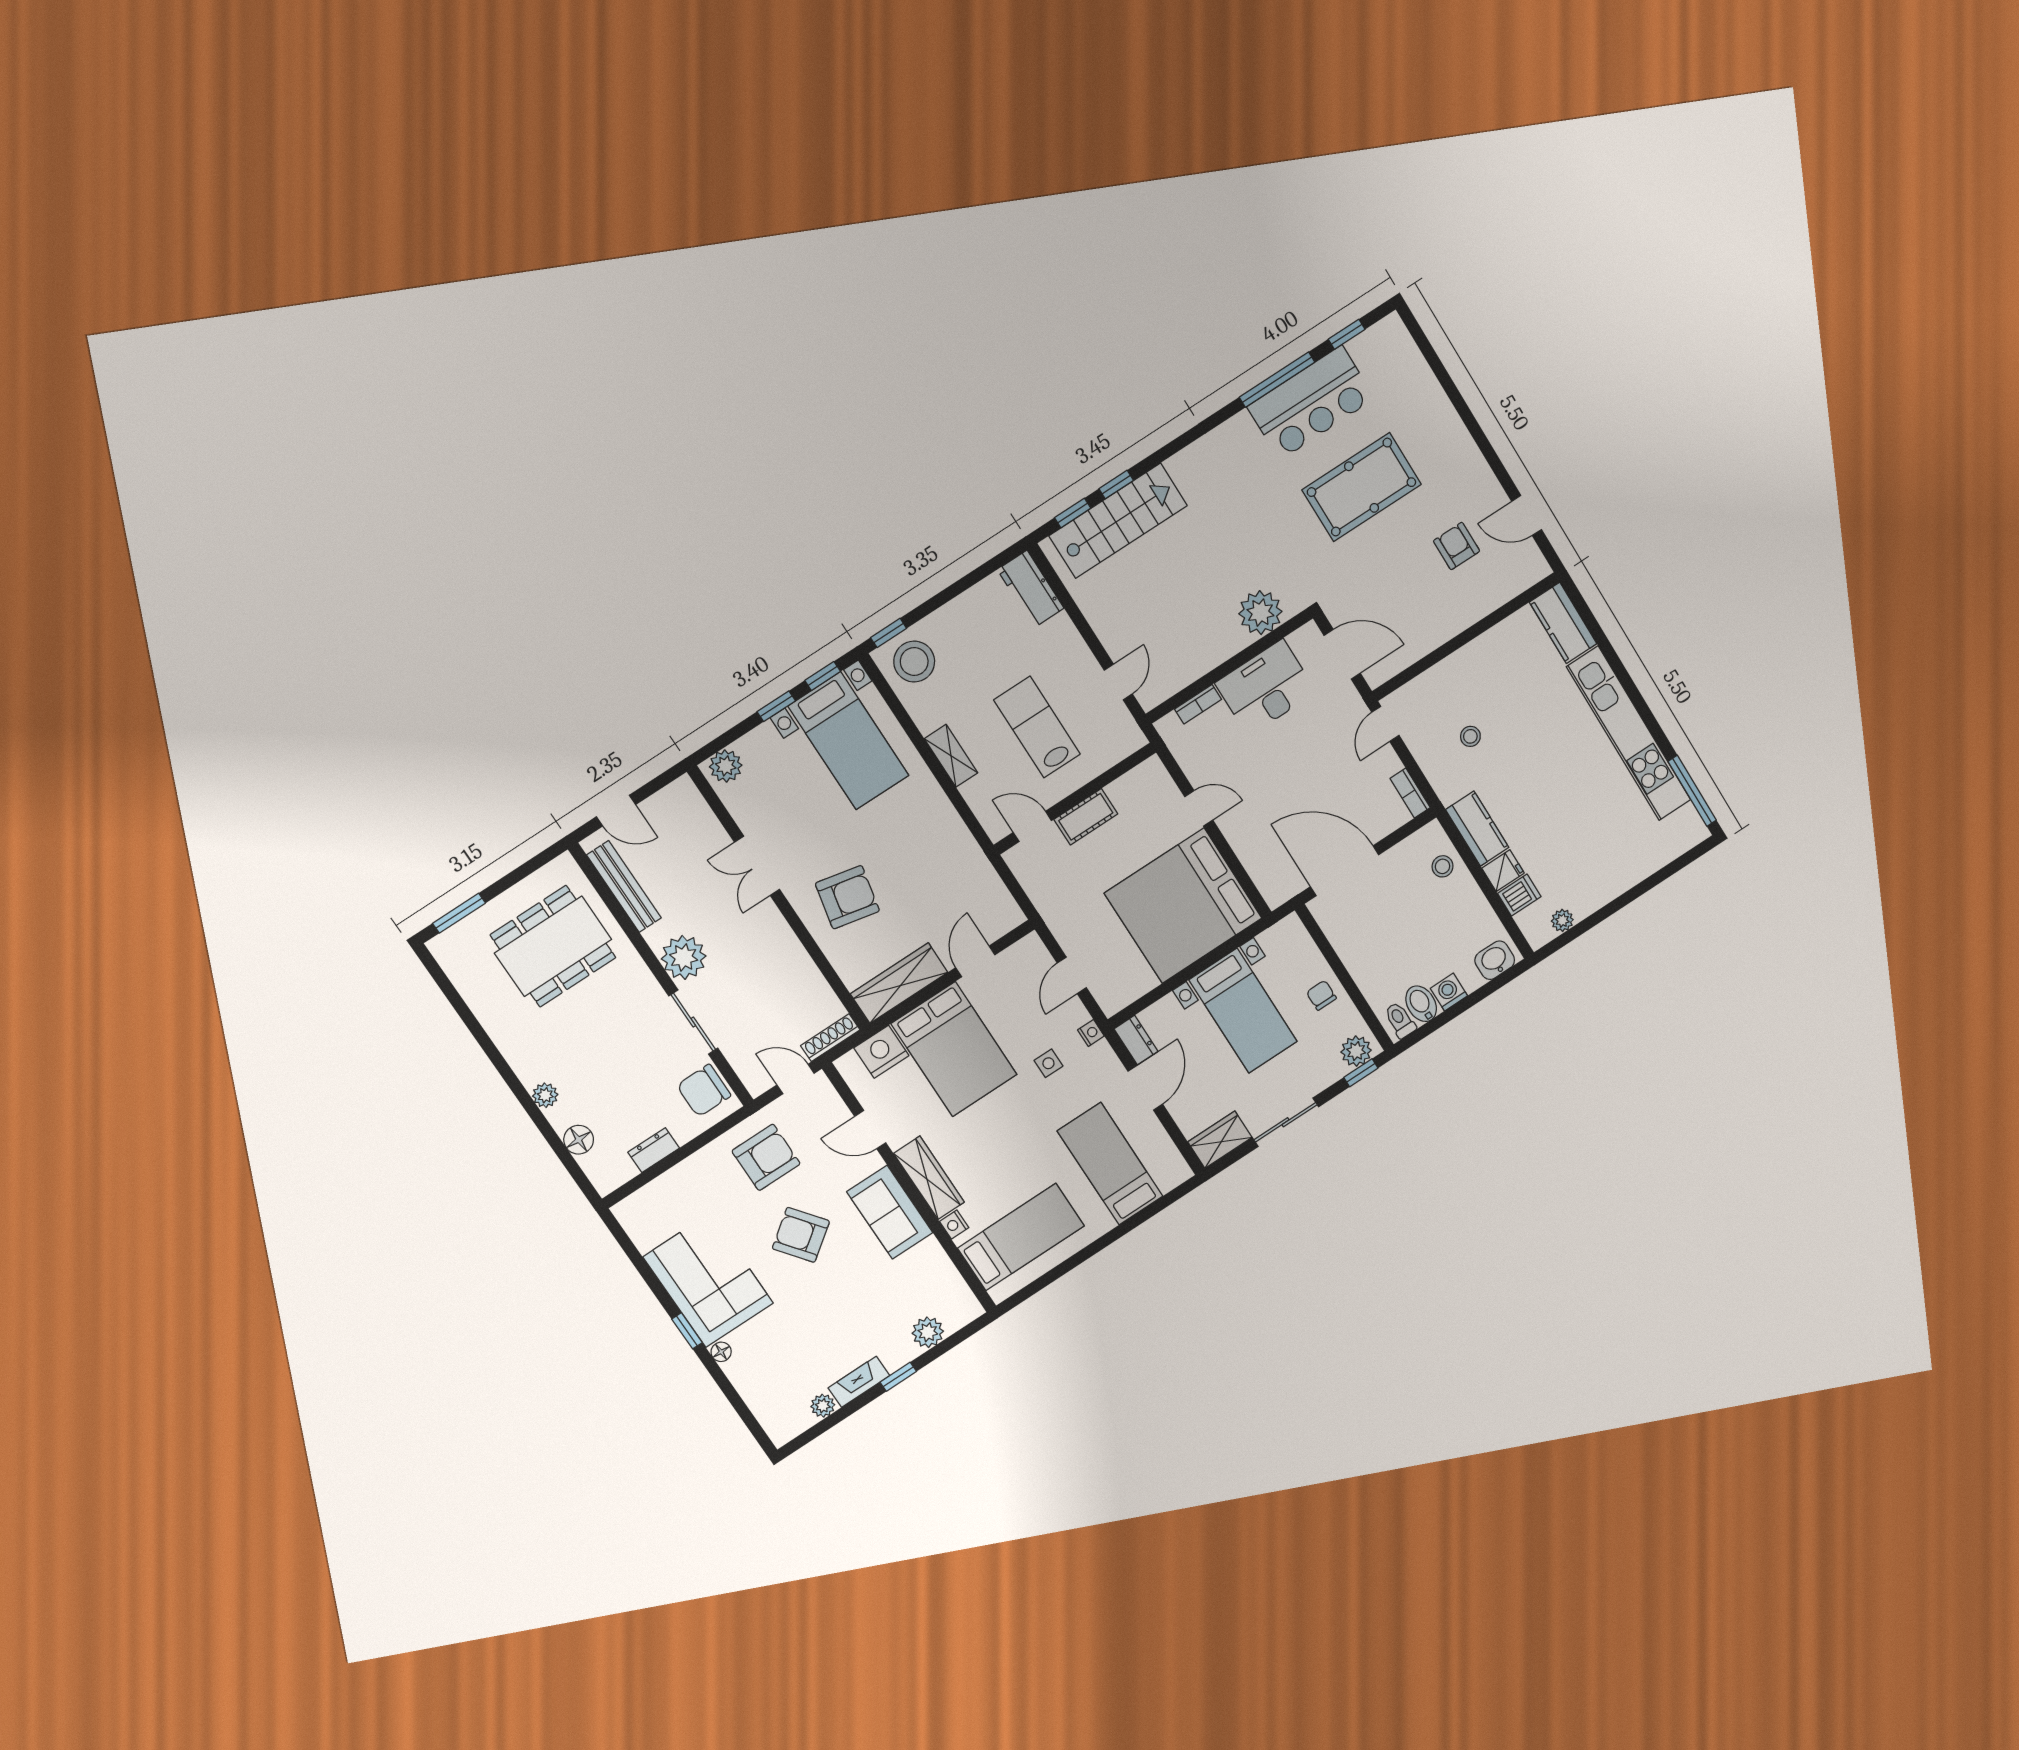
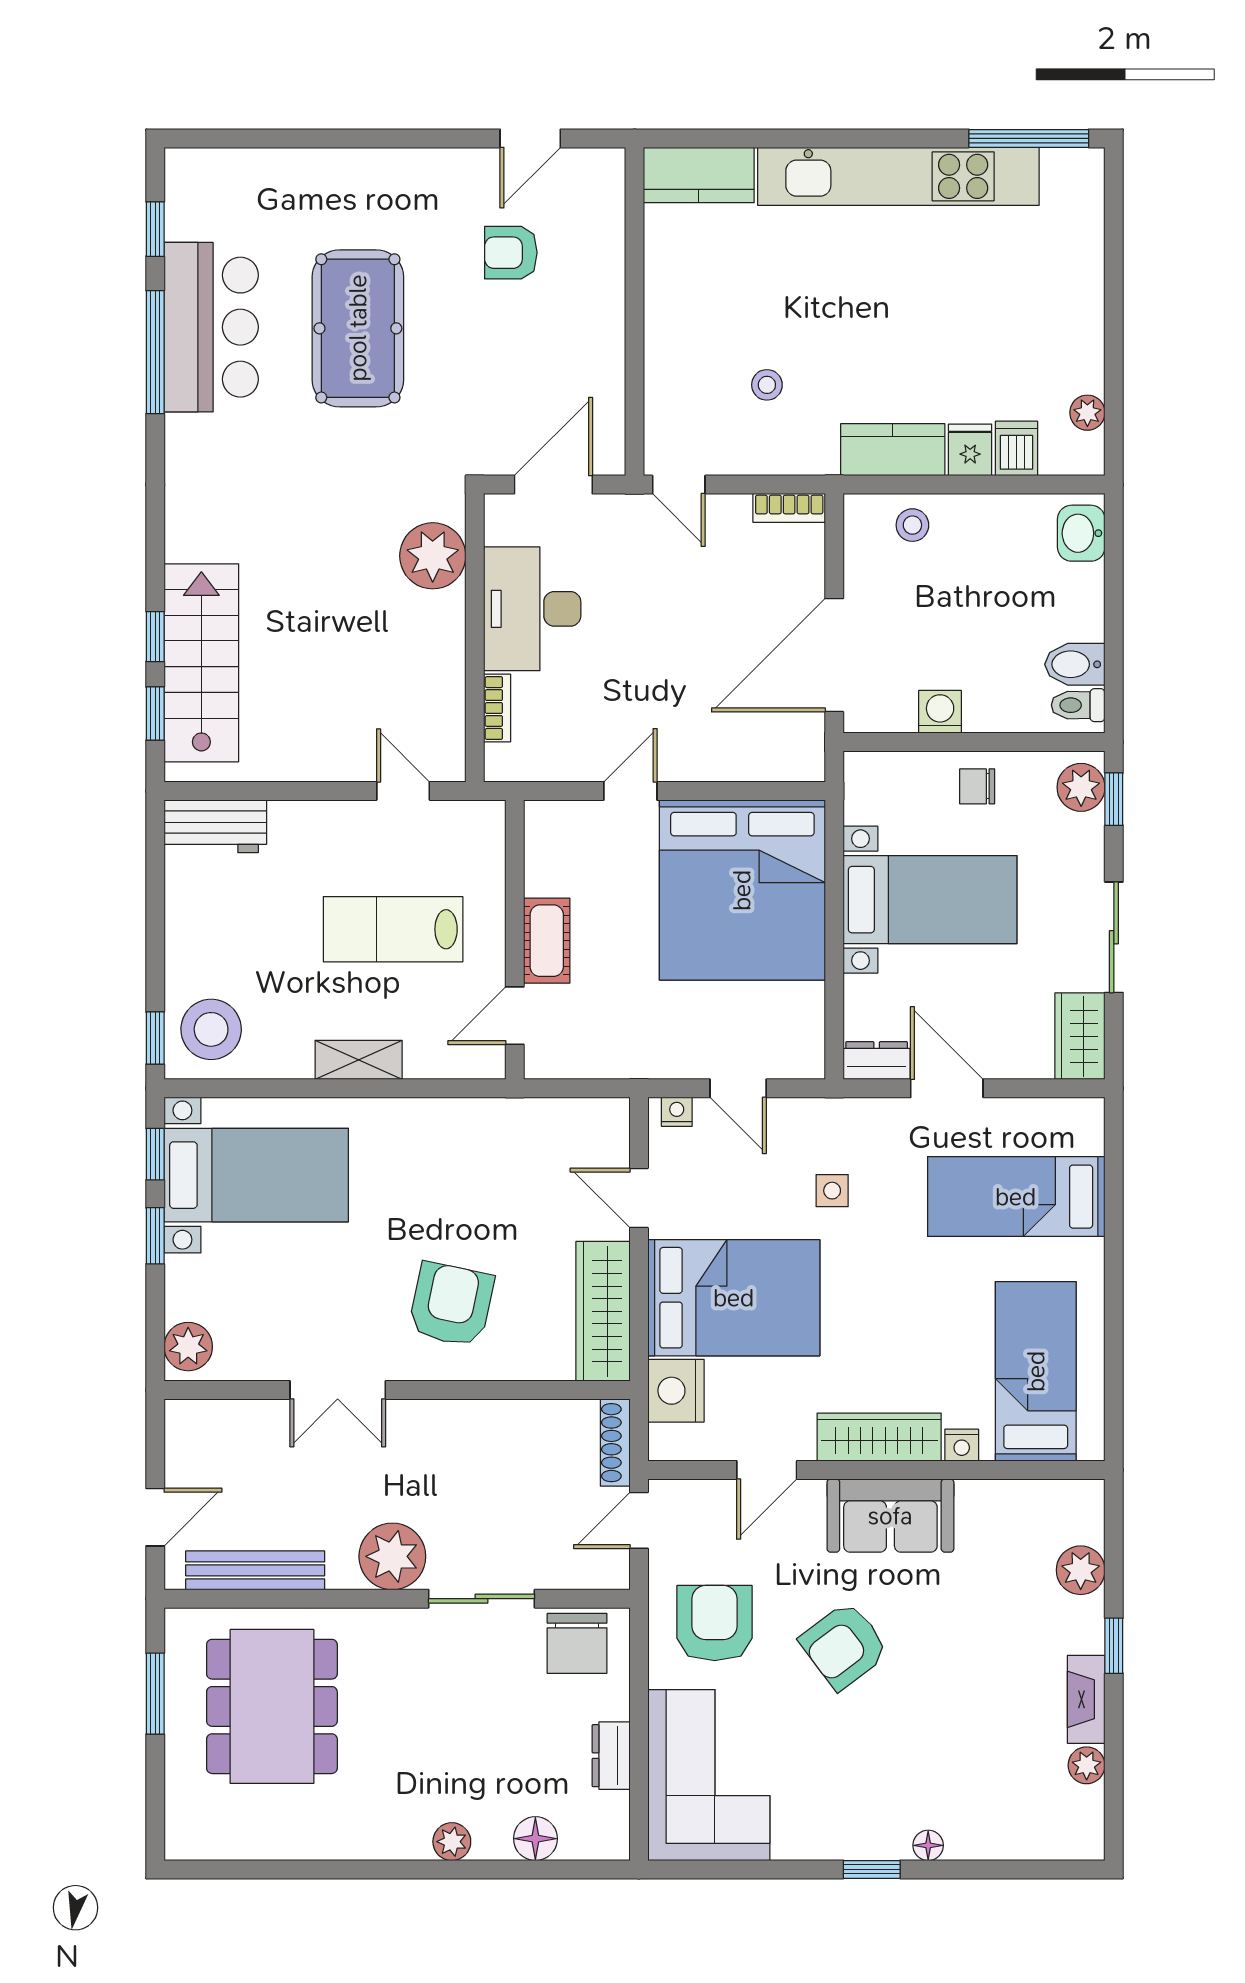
window: (459, 913) -> (155, 1694), moved
washing machine: (1449, 992) -> (940, 712), moved, turned 90
nightstand: (1091, 1033) -> (677, 1112), moved
corner sofa: (708, 1280) -> (709, 1775), moved, turned 90

